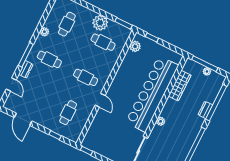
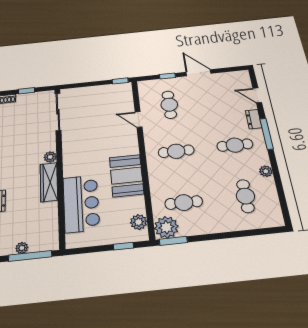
plant: (100, 23) -> (166, 227), moved
booth: (124, 80) -> (126, 176), added
wardrobe: (180, 86) -> (49, 182), moved
bar counter: (152, 94) -> (81, 203), width x0.54
door: (100, 100) -> (139, 119), moved
door: (23, 119) -> (198, 73), moved

